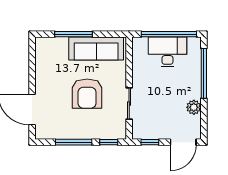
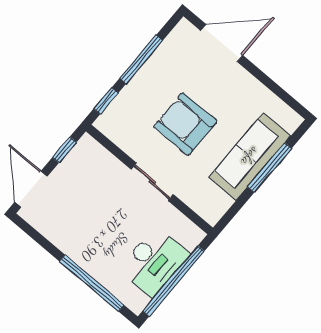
sofa: (96, 48) -> (250, 157), moved
sliding door: (129, 104) -> (152, 182), moved
plant: (194, 107) -> (62, 237), removed

